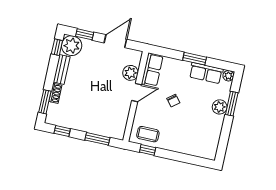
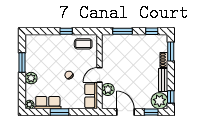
door: (115, 41) -> (126, 112), swing flipped
window: (232, 104) -> (22, 62), moved
window: (148, 150) -> (66, 31), moved

